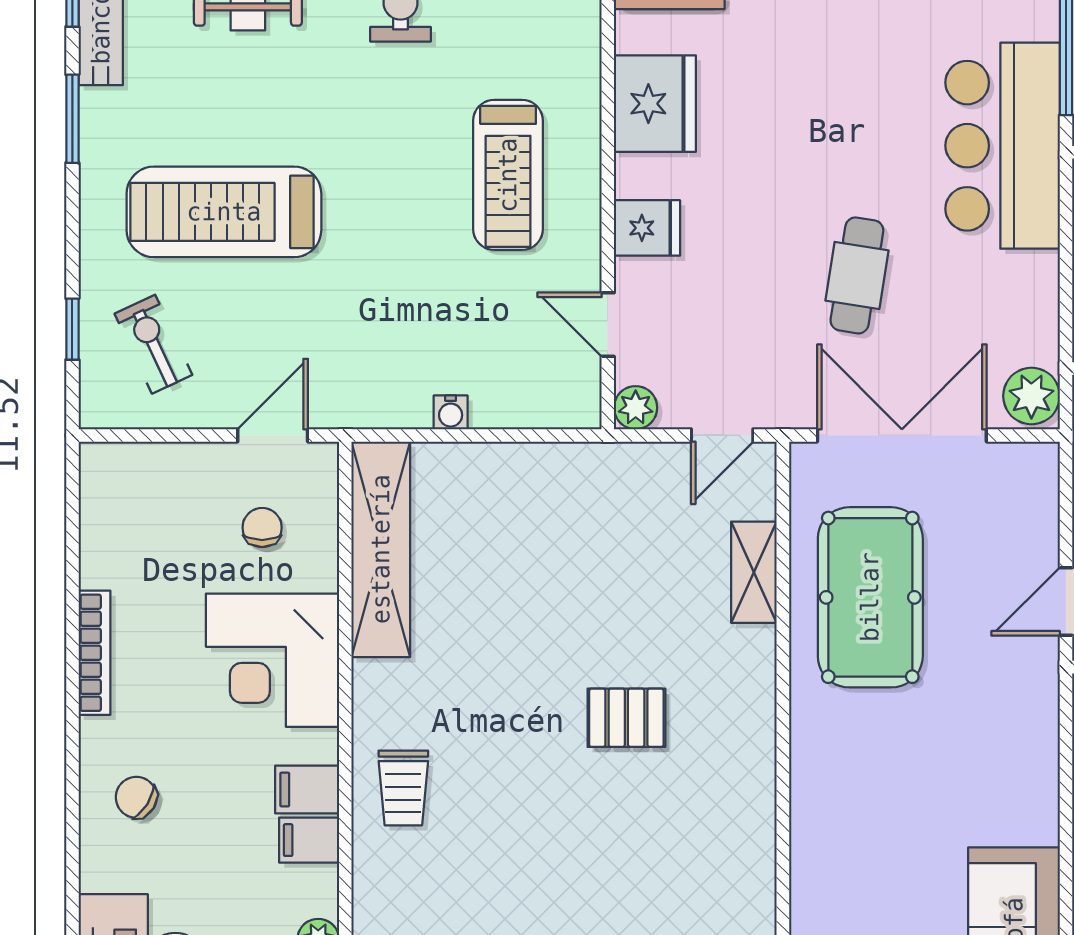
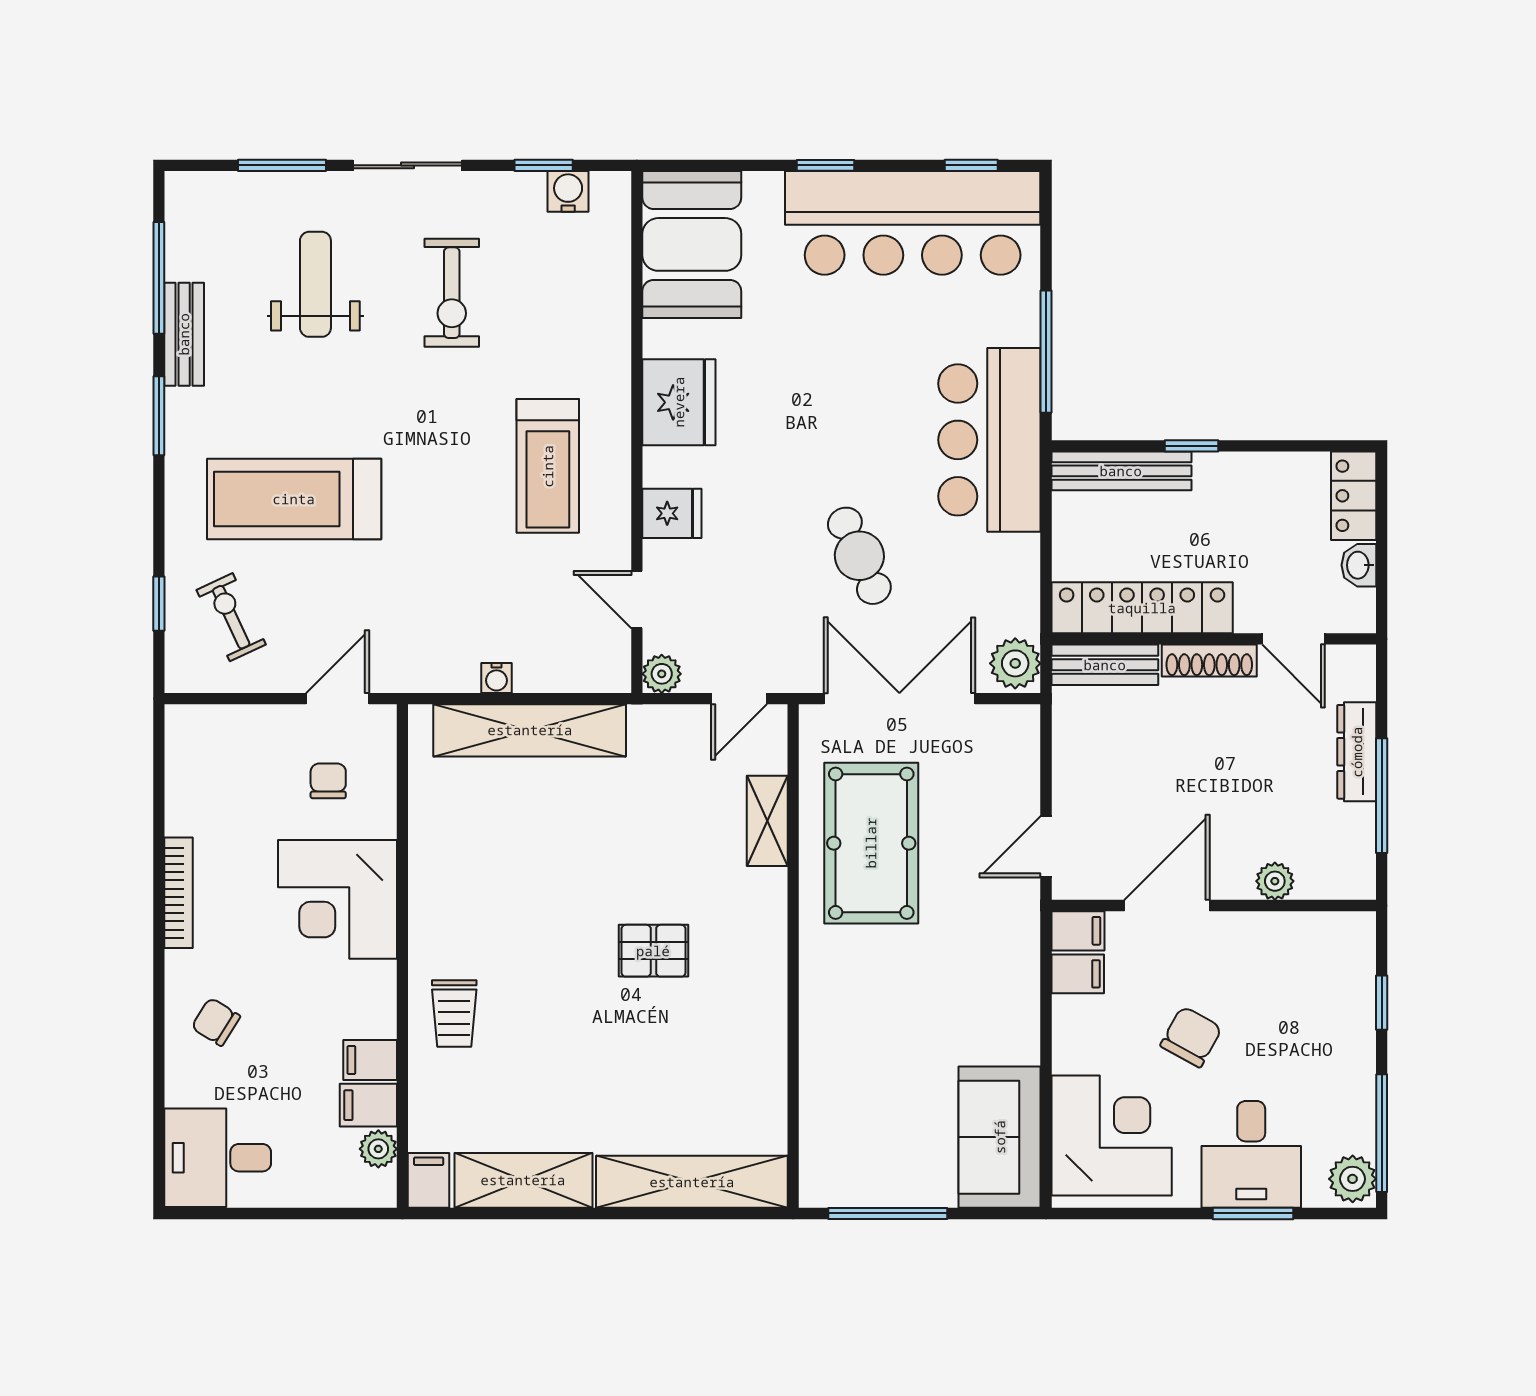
cafe table: (857, 275) -> (859, 556), turned -33
shelving: (381, 549) -> (530, 730), moved, turned 90
filing cabinet: (307, 790) -> (368, 1105), moved

